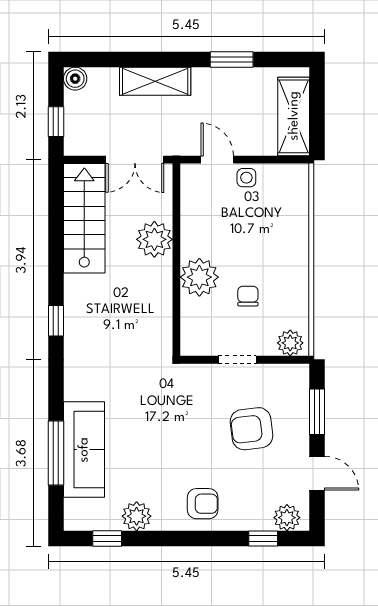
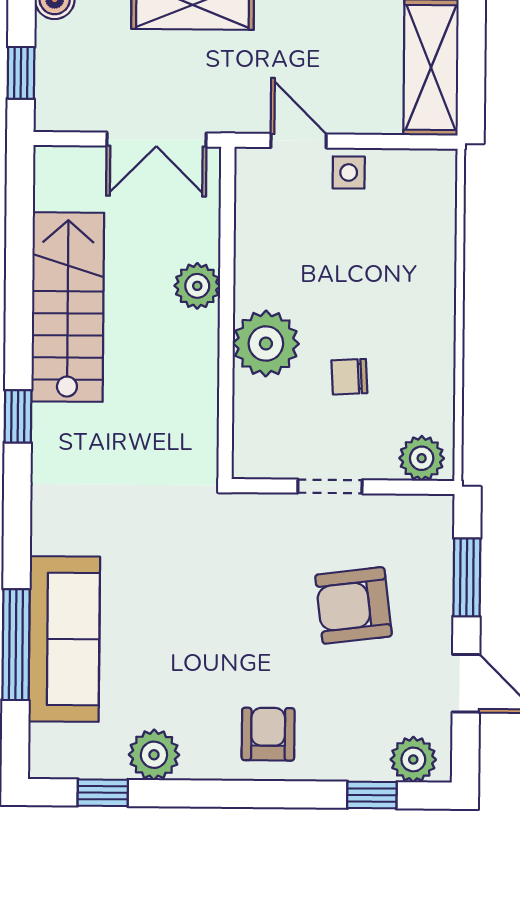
stairs: (84, 218) -> (68, 307), moved
plant: (154, 239) -> (197, 286), width x0.73, depth x0.73
chair: (248, 296) -> (349, 377), turned -93
armchair: (203, 504) -> (268, 734), turned -90

